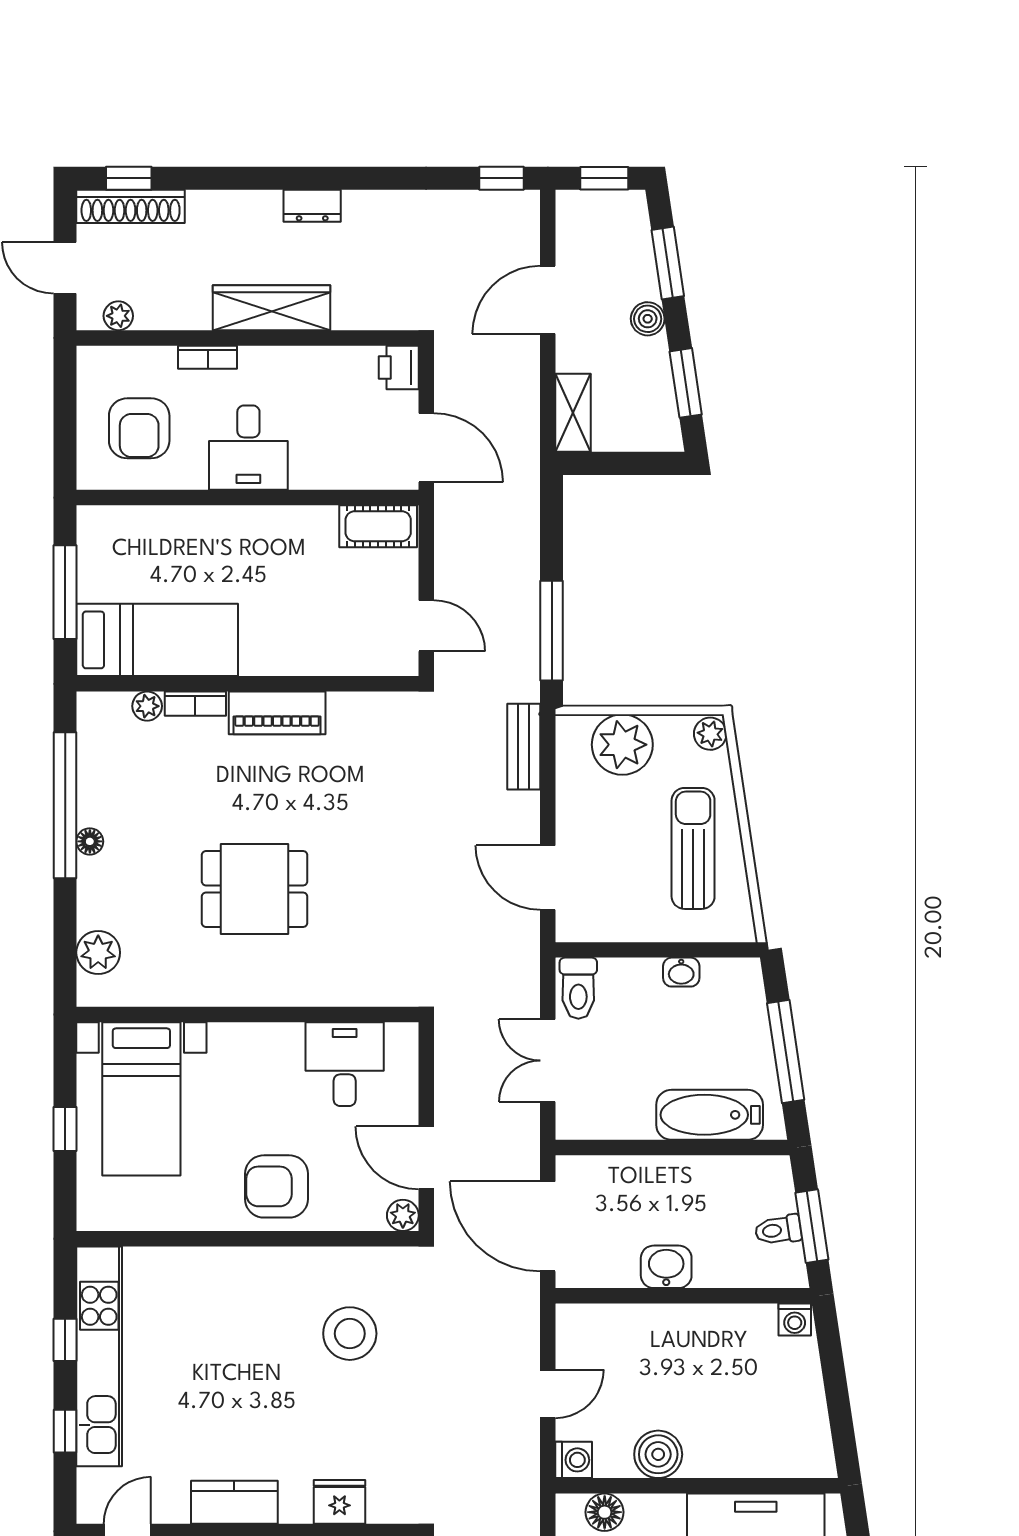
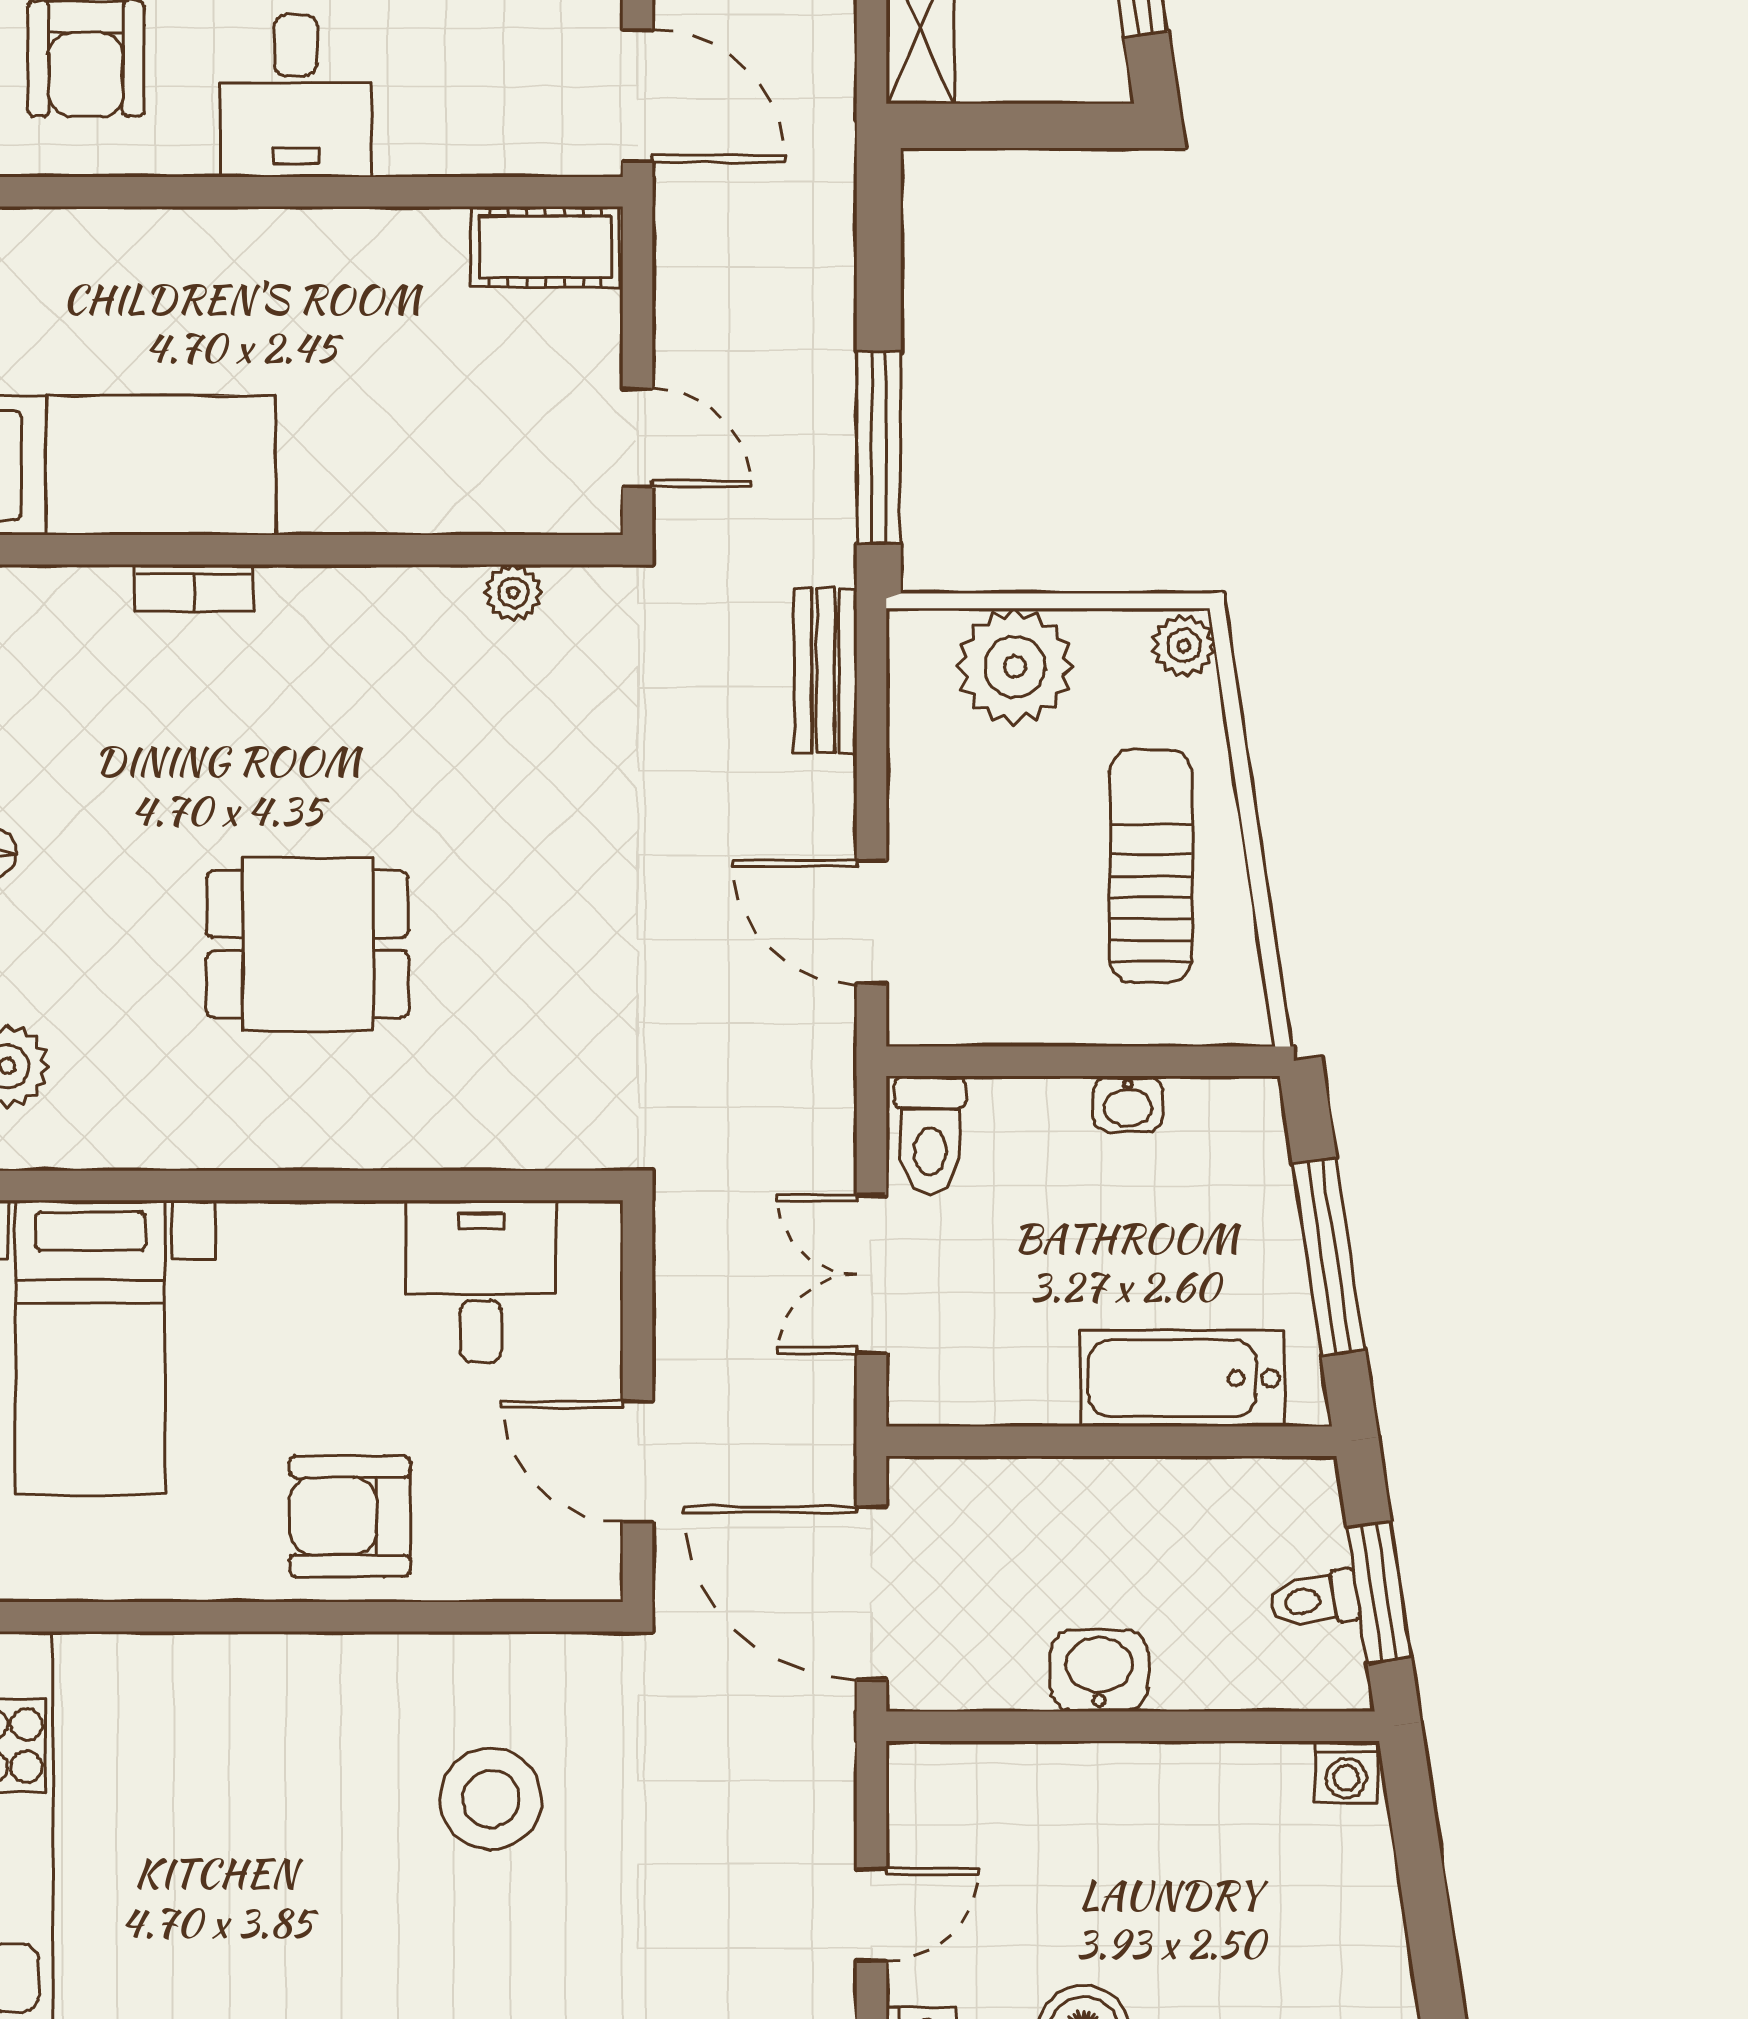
plant: (147, 706) -> (513, 593), moved
piano: (277, 713) -> (351, 606), removed
plant: (403, 1215) -> (593, 1572), removed

